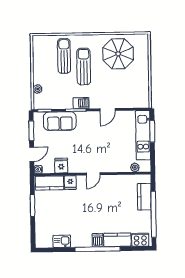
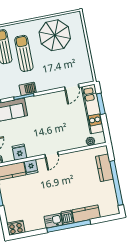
door: (108, 110) -> (72, 87), moved
cooker: (140, 240) -> (16, 228), moved
kitchen sink: (62, 241) -> (53, 221), moved

